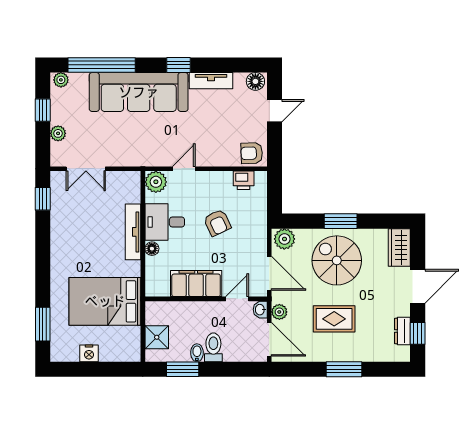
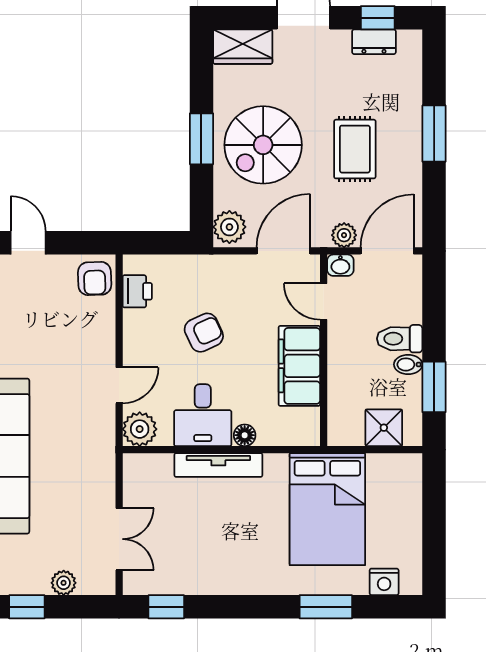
door: (184, 169) -> (119, 385), swing flipped
window: (43, 324) -> (326, 607), moved
nightstand: (89, 353) -> (384, 582), moved, turned 90

